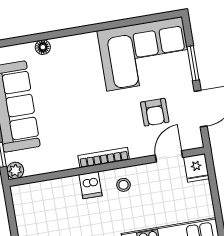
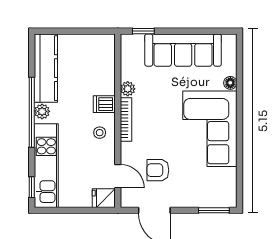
corner sofa: (144, 54) -> (210, 129), moved
window: (193, 63) -> (214, 210), moved
plant: (15, 170) -> (128, 89), moved

